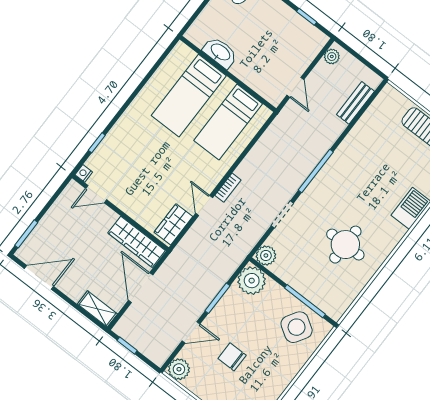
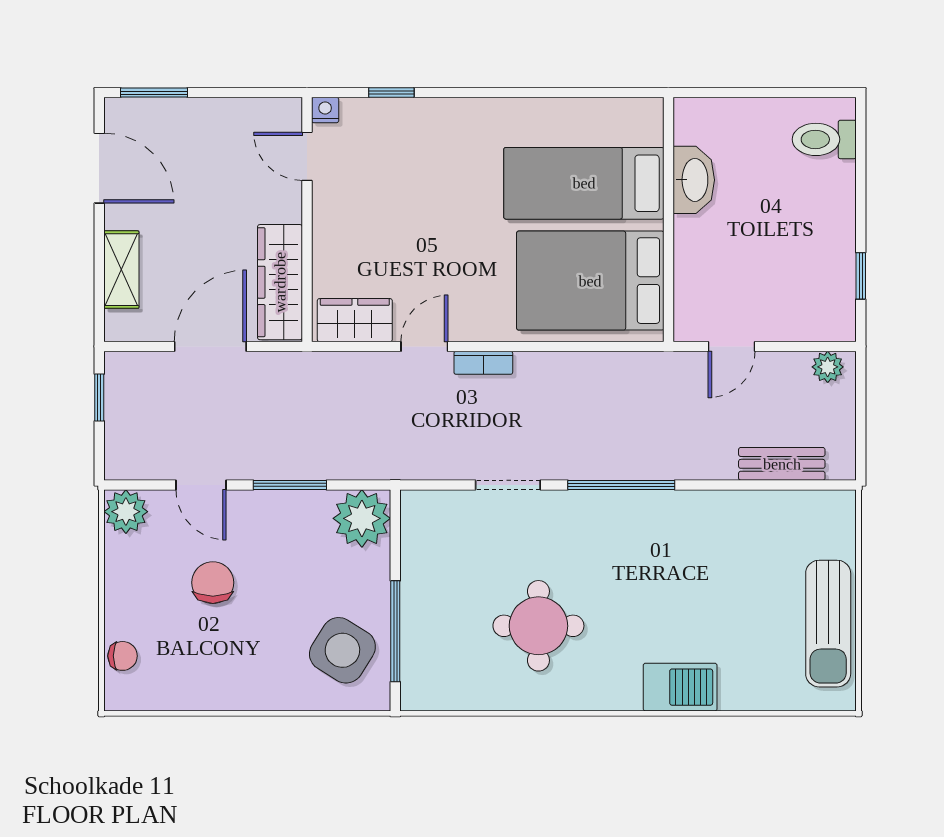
bed: (228, 122) -> (590, 281), width x1.50
plant: (266, 255) -> (421, 510), removed
shelving: (97, 309) -> (121, 270), moved

